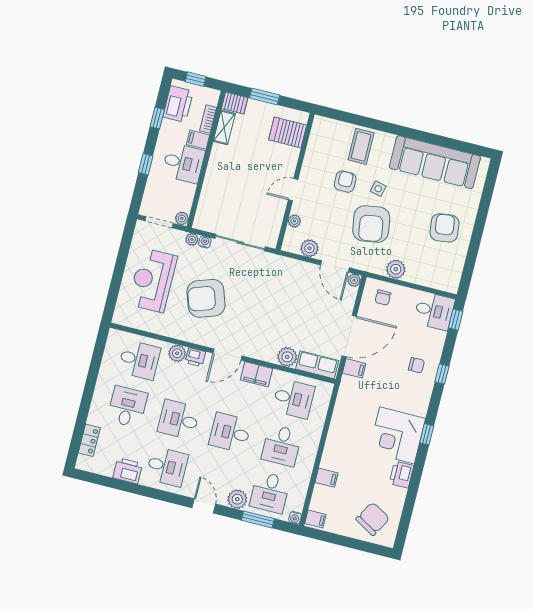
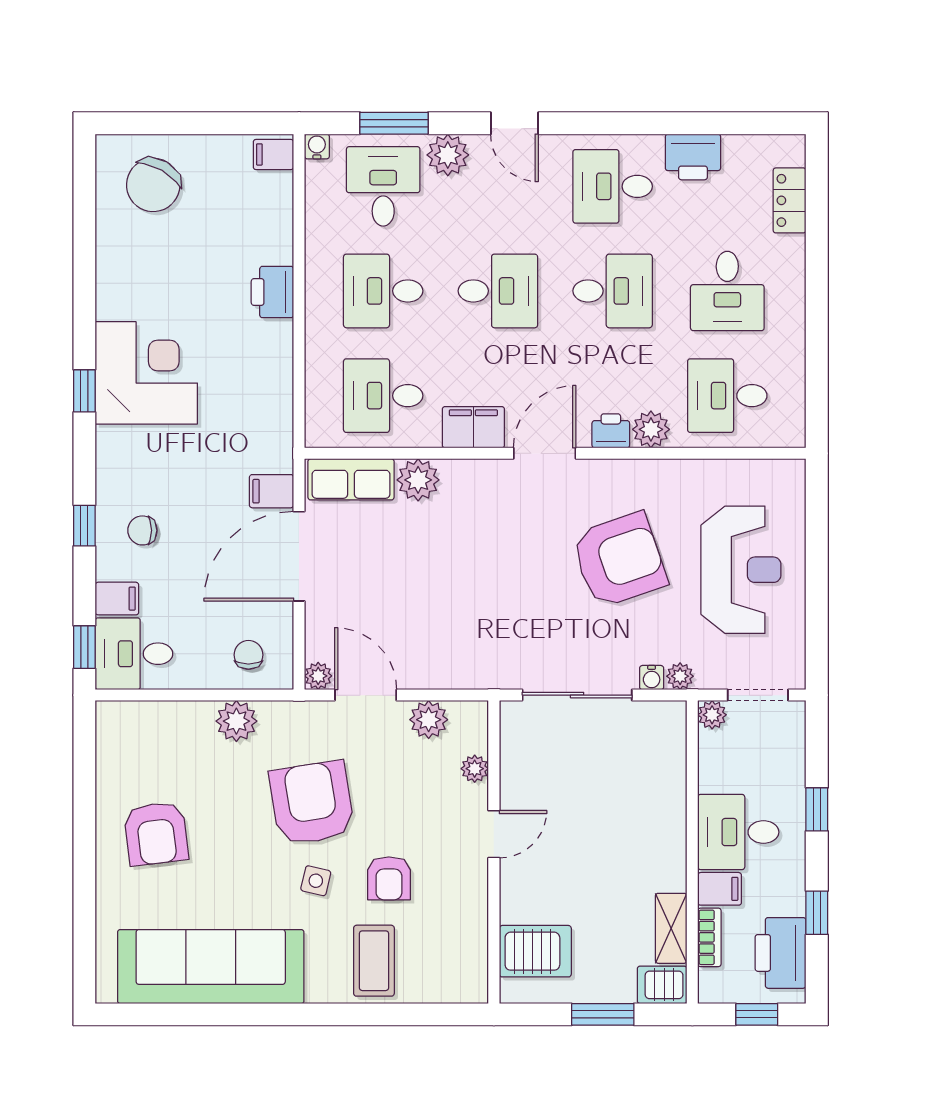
desk: (282, 445) -> (383, 291), turned -90
printer: (401, 475) -> (272, 292), moved, turned 180
filing cabinet: (327, 478) -> (117, 599), moved, turned 180

